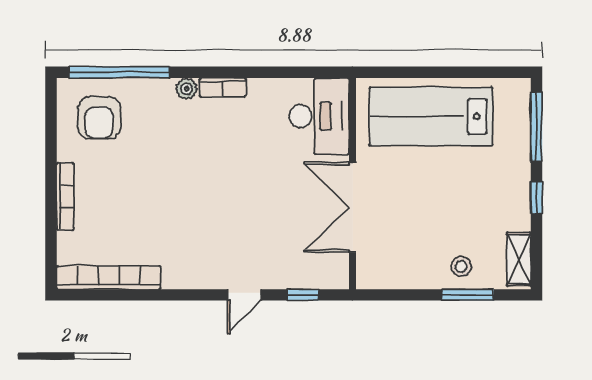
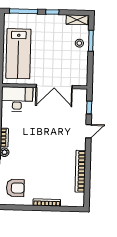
bookcase: (109, 278) -> (80, 171), moved
door: (244, 295) -> (88, 131), hinge flipped

